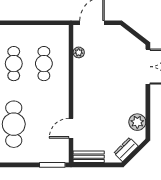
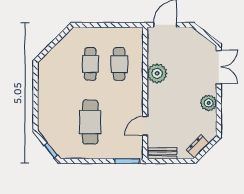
plant: (79, 52) -> (157, 73), moved, width x1.87, depth x1.87
plant: (137, 122) -> (209, 103), moved

